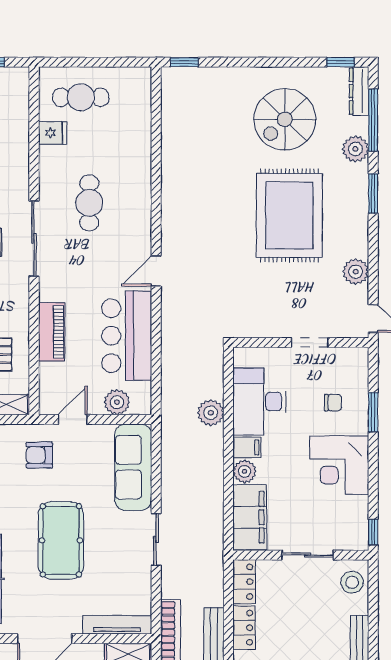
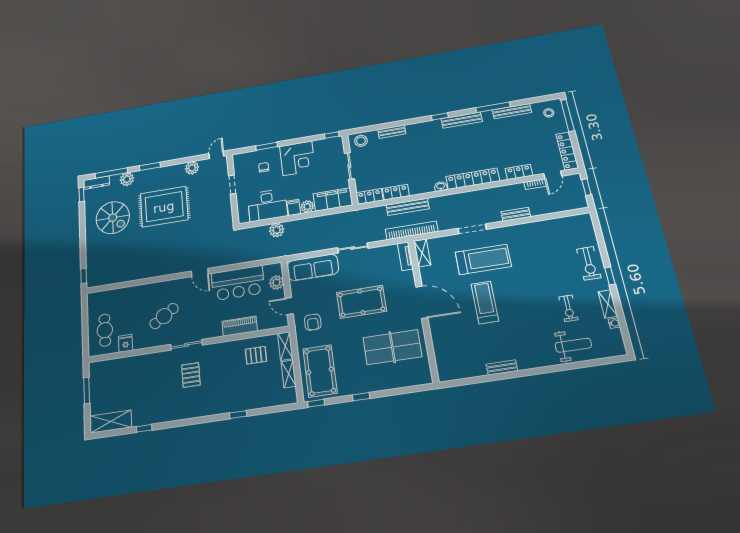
cafe table: (89, 203) -> (164, 316), turned -33
sliding door: (34, 238) -> (187, 345), width x0.73
tv unit: (117, 625) -> (405, 256), width x0.71

